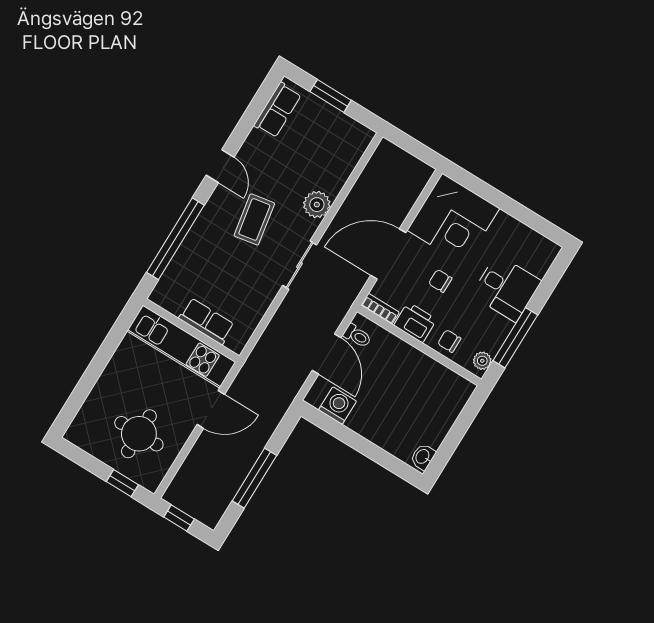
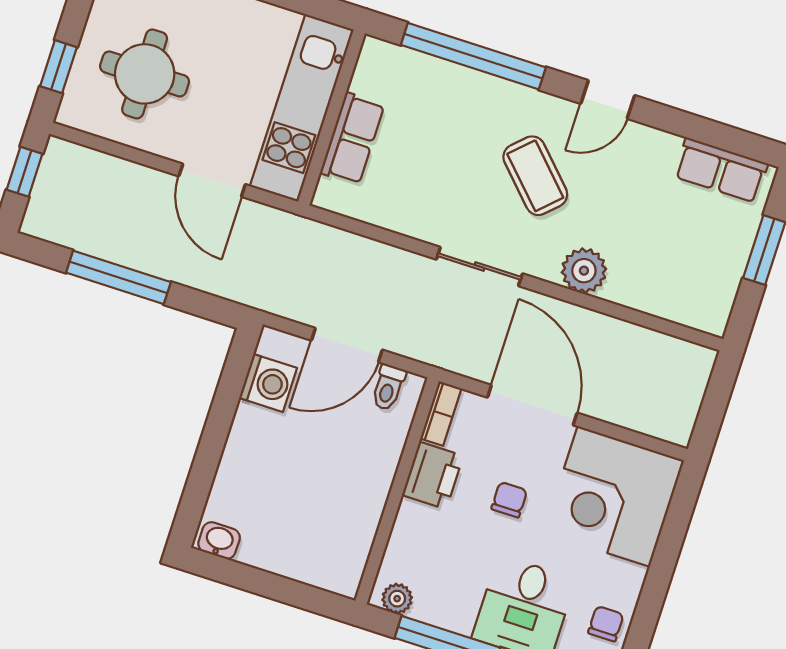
coffee table: (254, 219) -> (535, 176), turned 56
chair: (449, 341) -> (606, 624), moved

